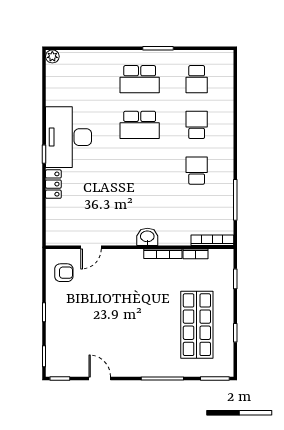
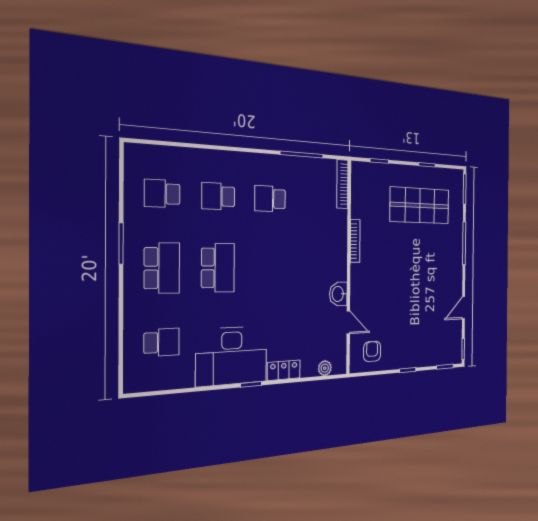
plant: (52, 56) -> (325, 368), moved
school desk: (83, 79) -> (162, 342), added
school desk: (197, 79) -> (162, 194), turned 180
washbasin: (147, 237) -> (338, 294), moved
bookcase: (195, 254) -> (355, 204), removed

